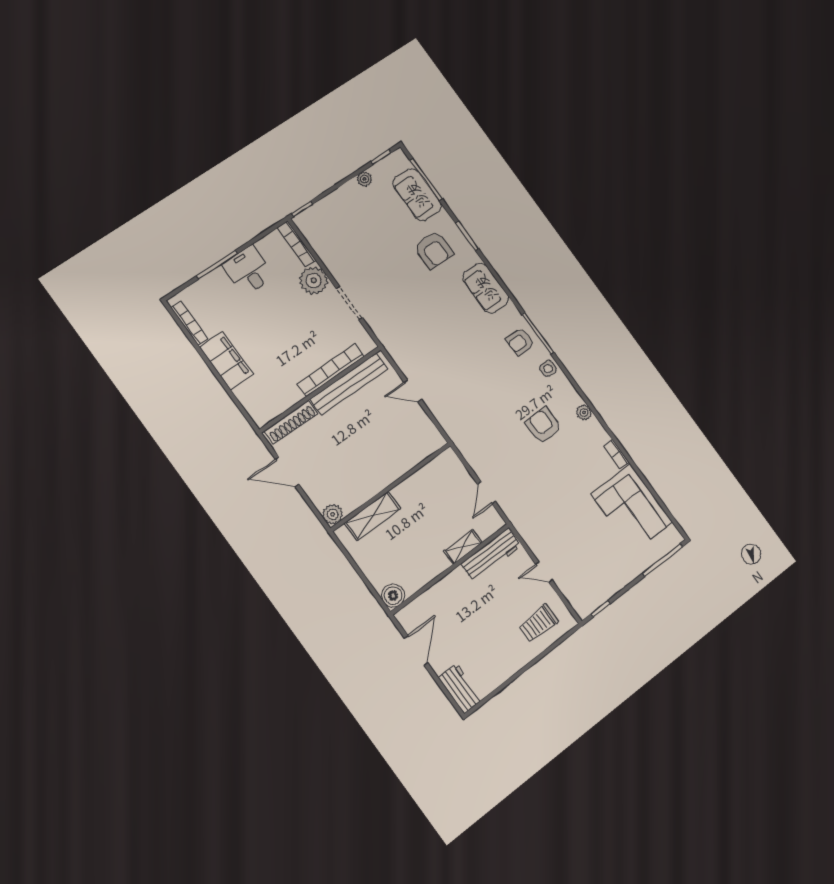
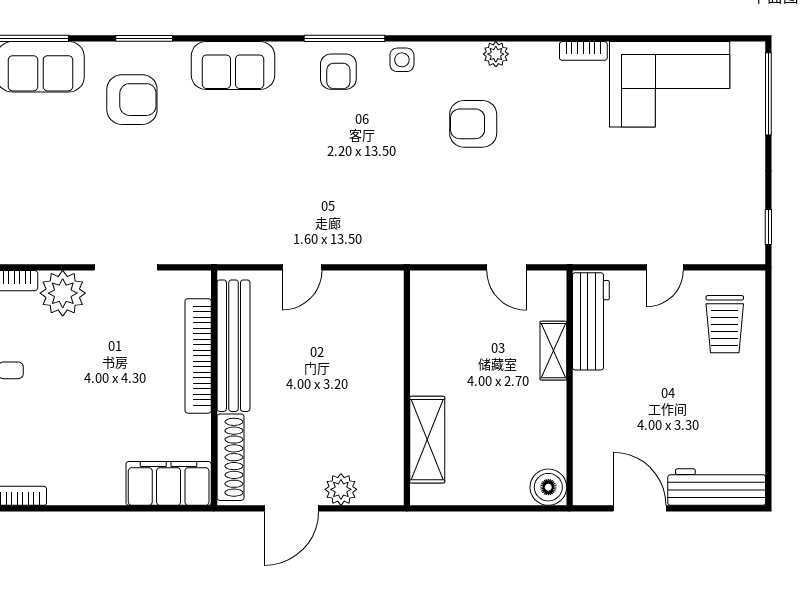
filing cabinet: (226, 361) -> (169, 483), moved
plant: (333, 514) -> (341, 489), moved
workbench: (460, 689) -> (717, 487), width x1.38

